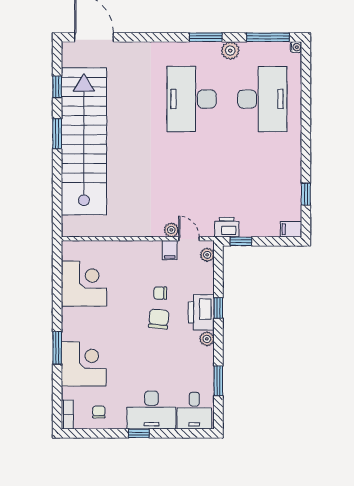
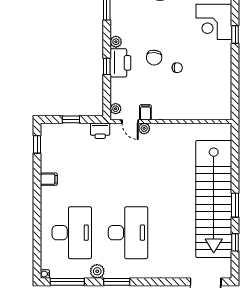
desk: (262, 99) -> (72, 233), turned 180
window: (306, 194) -> (37, 144), moved
filing cabinet: (291, 229) -> (49, 179), moved
window: (241, 241) -> (71, 119), moved
corner desk: (84, 284) -> (214, 86), removed
chair: (160, 293) -> (177, 68), moved
window: (57, 348) -> (235, 35), width x0.67

